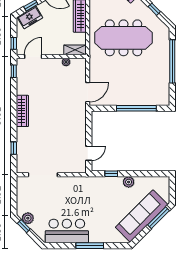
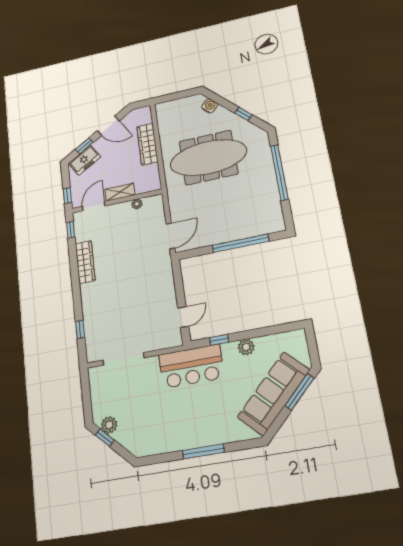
shelving: (75, 50) -> (120, 192), moved
wardrobe: (22, 111) -> (85, 262), moved
bar counter: (67, 231) -> (191, 366), moved, turned 180

